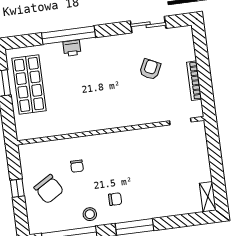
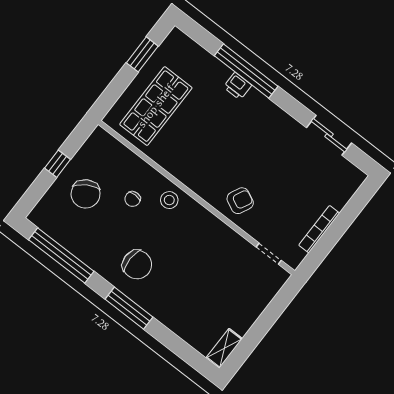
armchair: (150, 69) -> (240, 201), moved
shop shelf: (29, 84) -> (156, 106), moved
chair: (115, 199) -> (137, 265), width x1.87, depth x1.87
stool: (90, 214) -> (169, 200), moved

